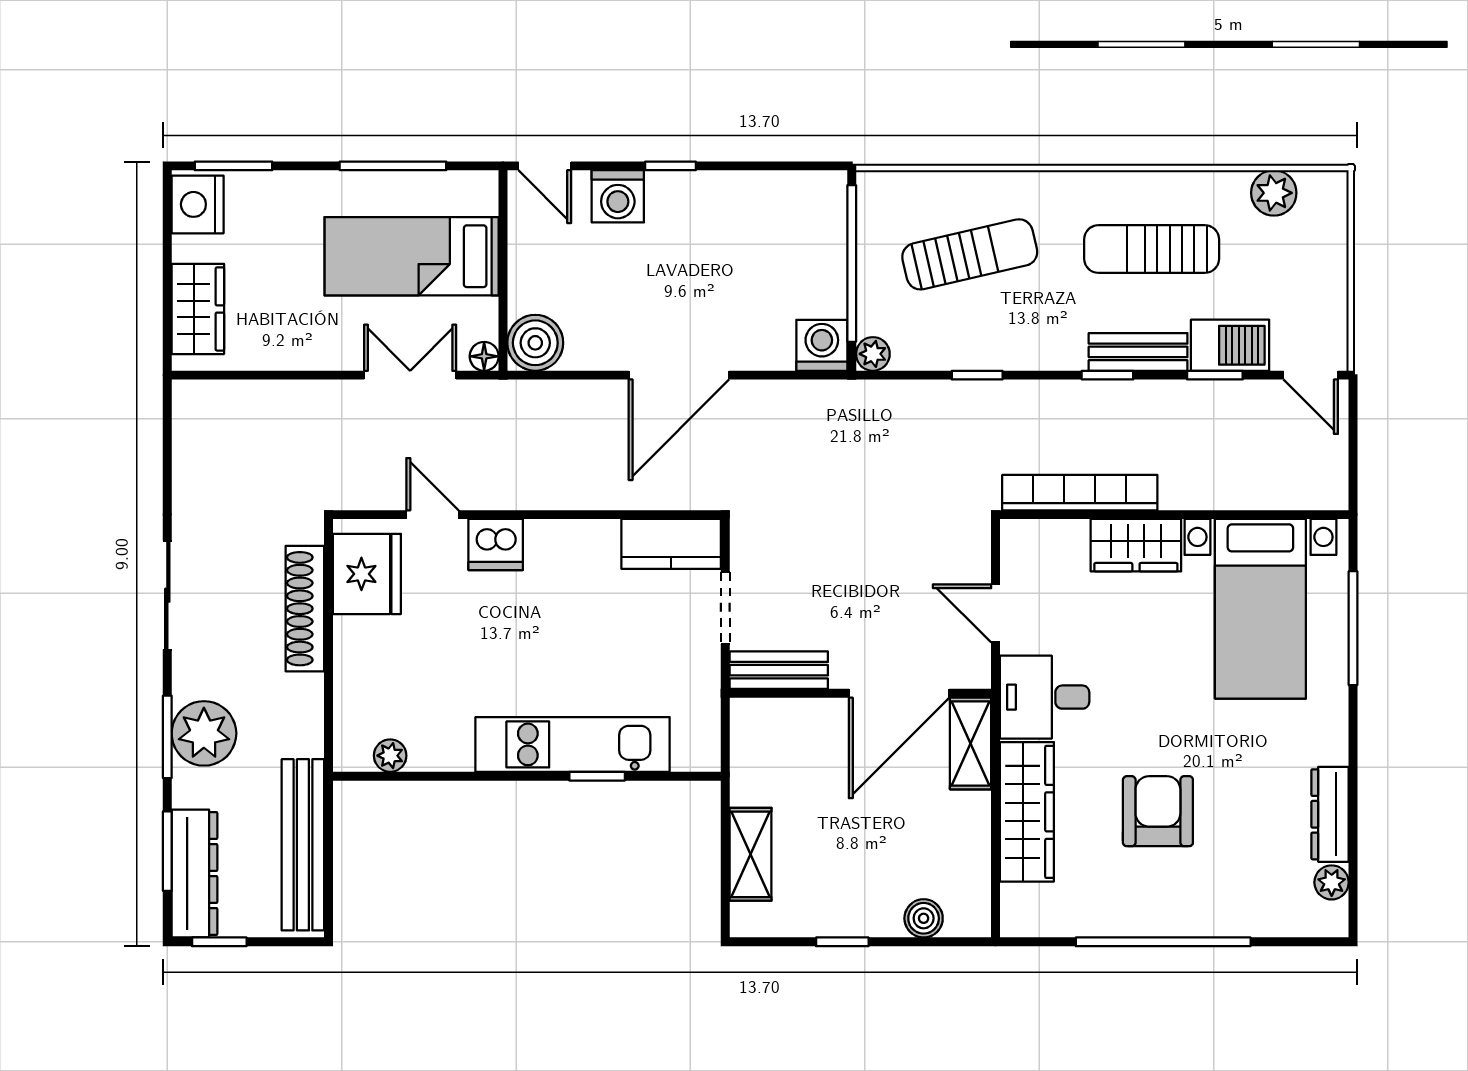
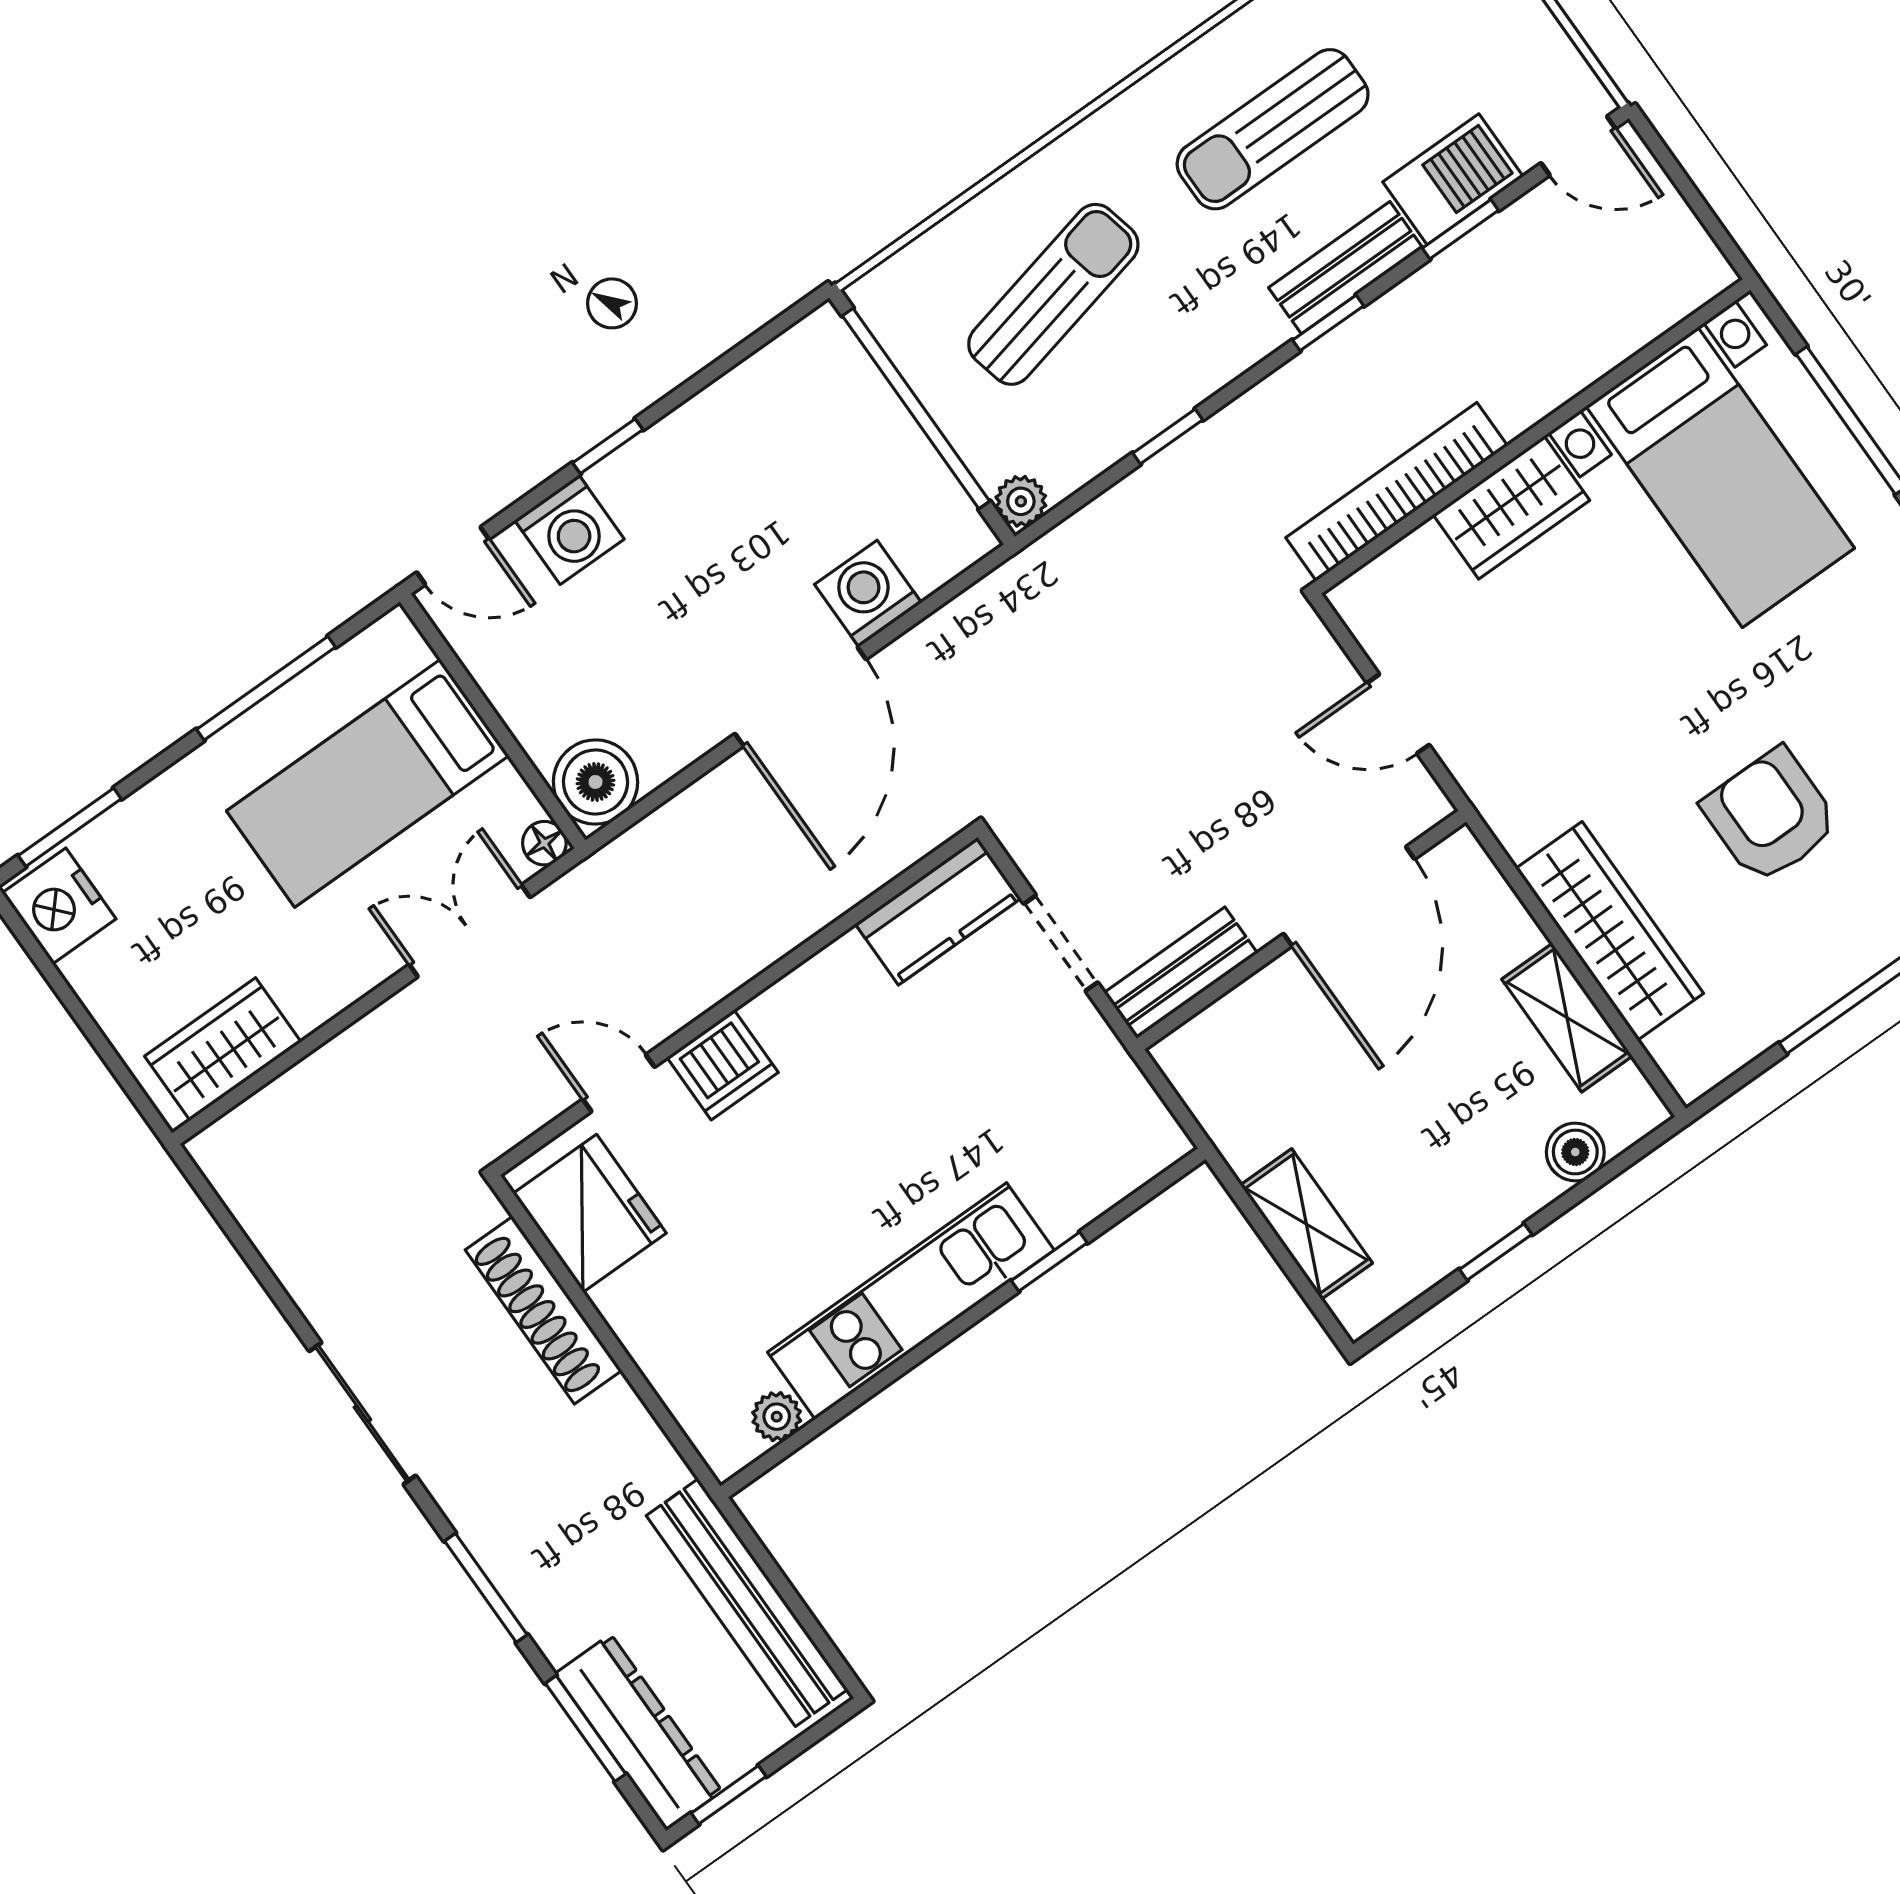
wardrobe: (198, 309) -> (223, 1049), moved, turned -90
washing machine: (822, 345) -> (868, 594), moved
desk: (1045, 697) -> (1531, 774), removed
plant: (204, 733) -> (528, 1552), removed
kitchen unit: (573, 744) -> (911, 1301), moved
shelving: (971, 744) -> (1567, 1018), moved

